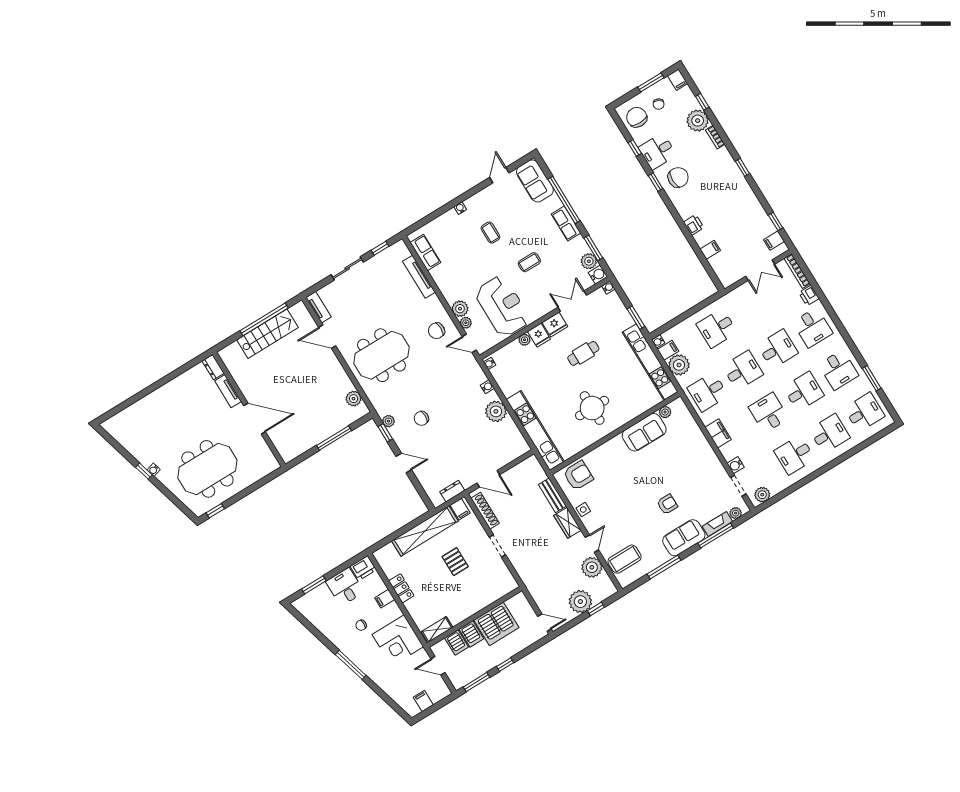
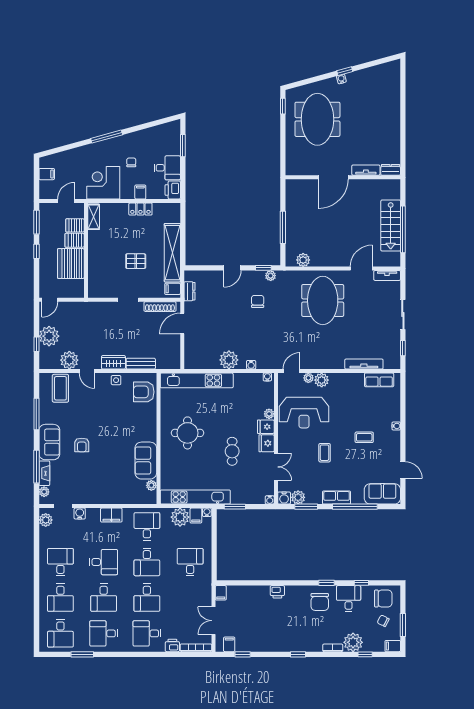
filing cabinet: (710, 250) -> (221, 593), moved
chair: (436, 331) -> (316, 353), removed
armchair: (578, 475) -> (144, 392), turned 90

